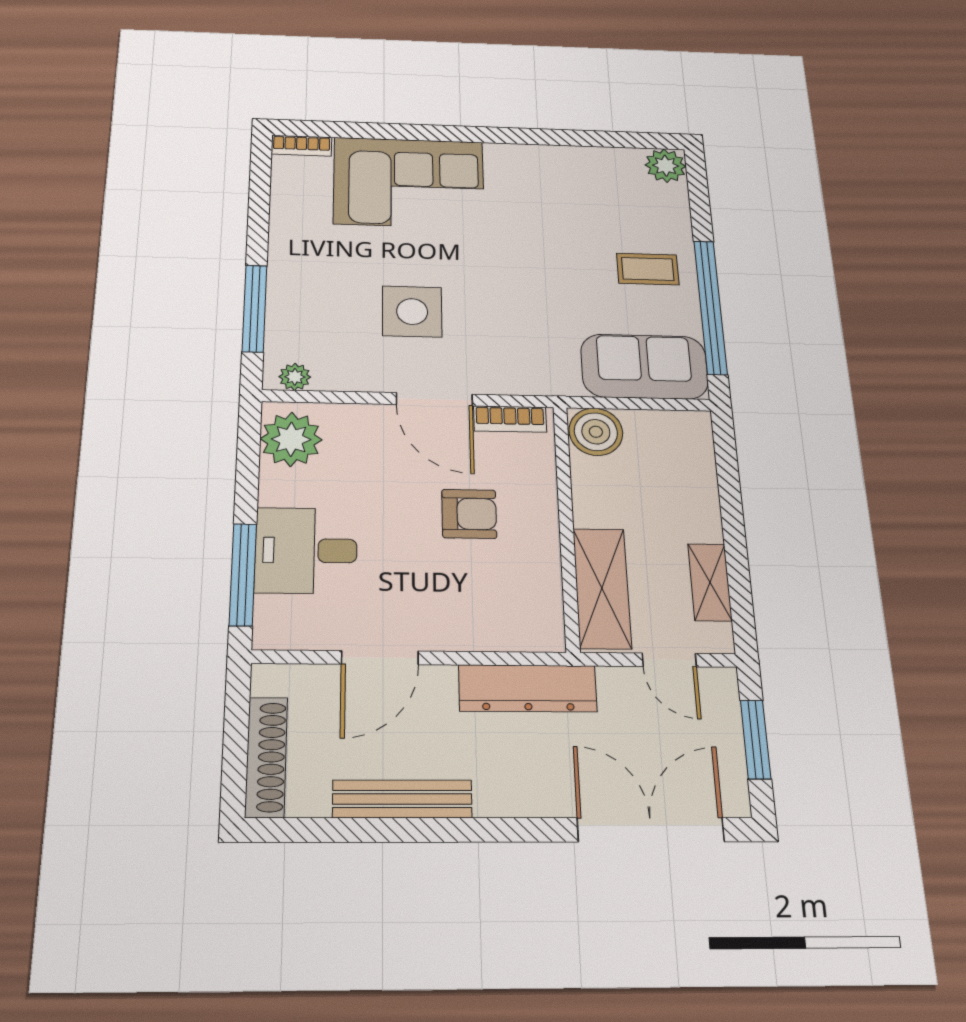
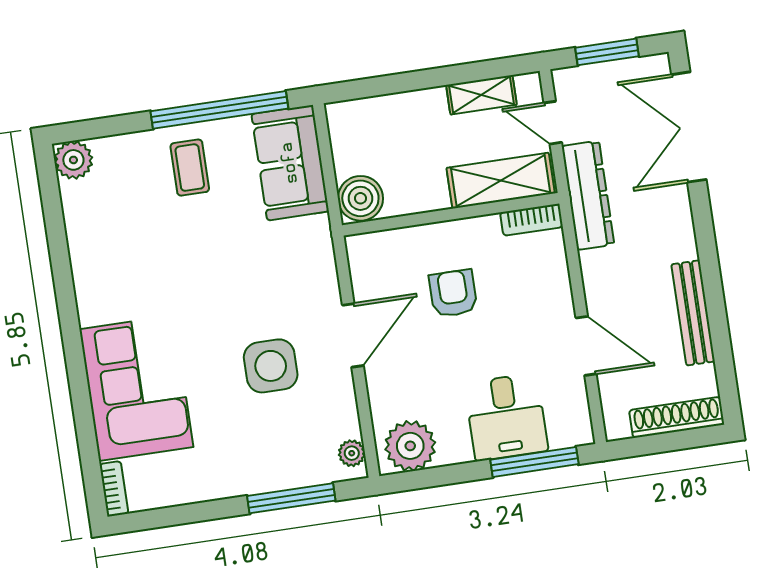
bookcase: (510, 419) -> (531, 220), moved, turned 90
door: (669, 660) -> (553, 123), swing flipped
dresser: (528, 688) -> (588, 195), moved

